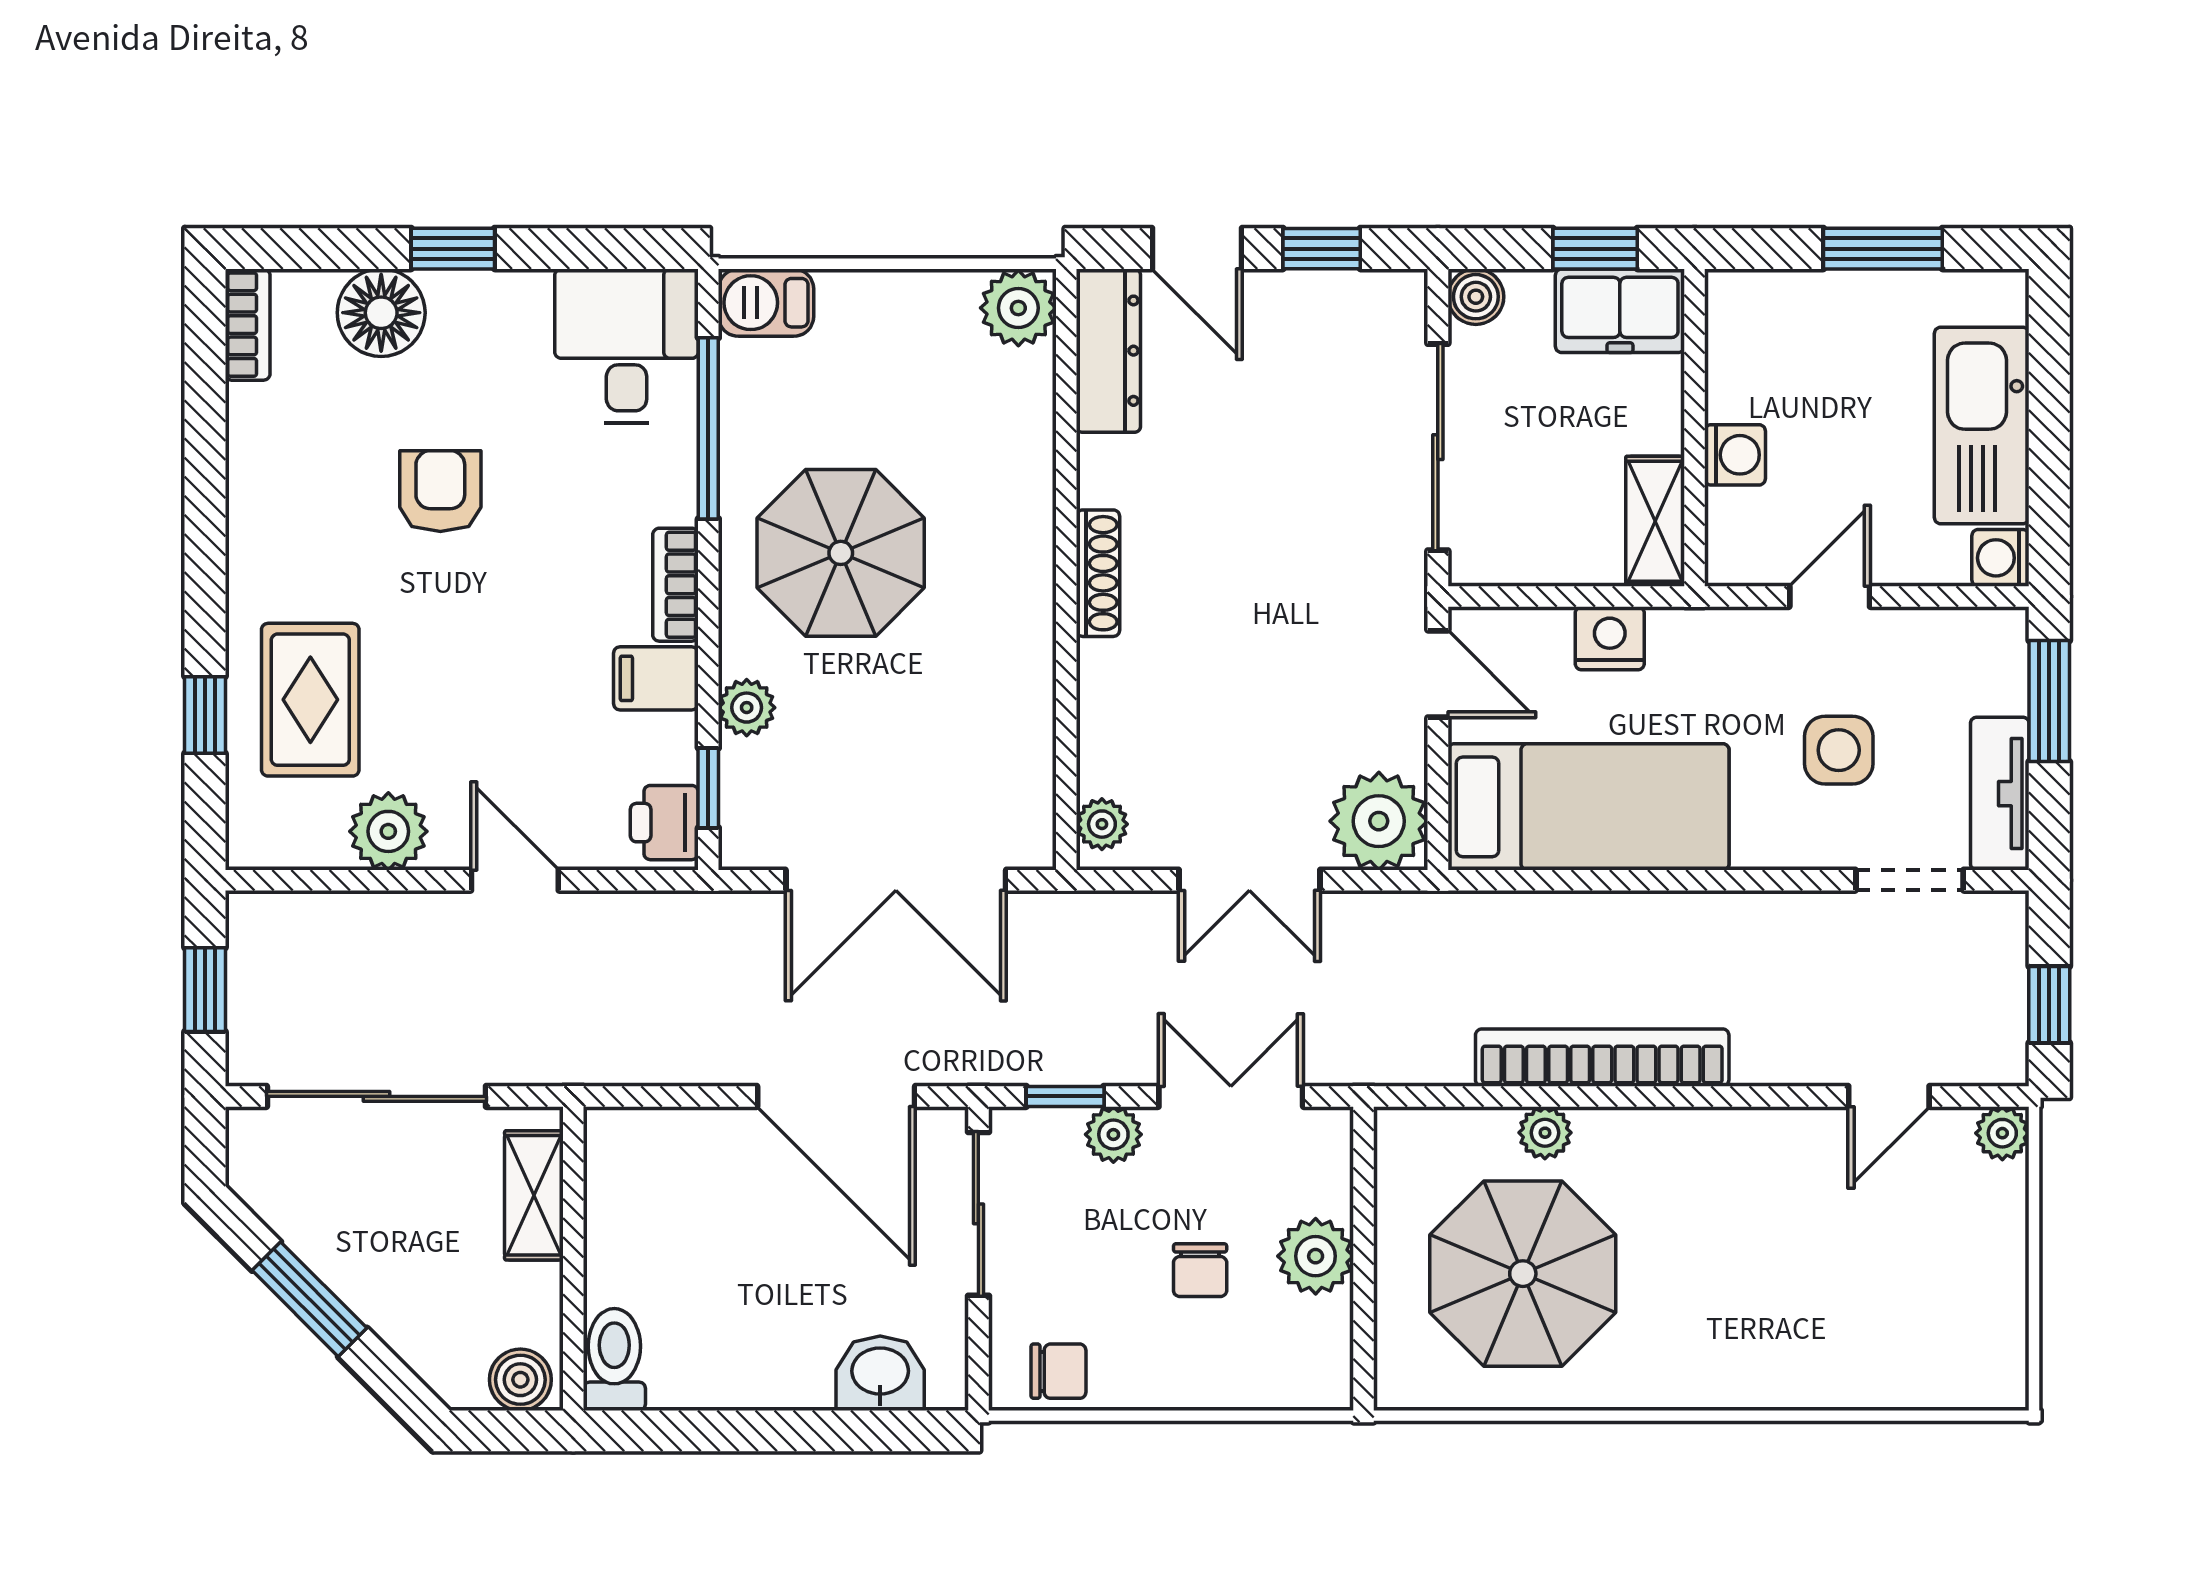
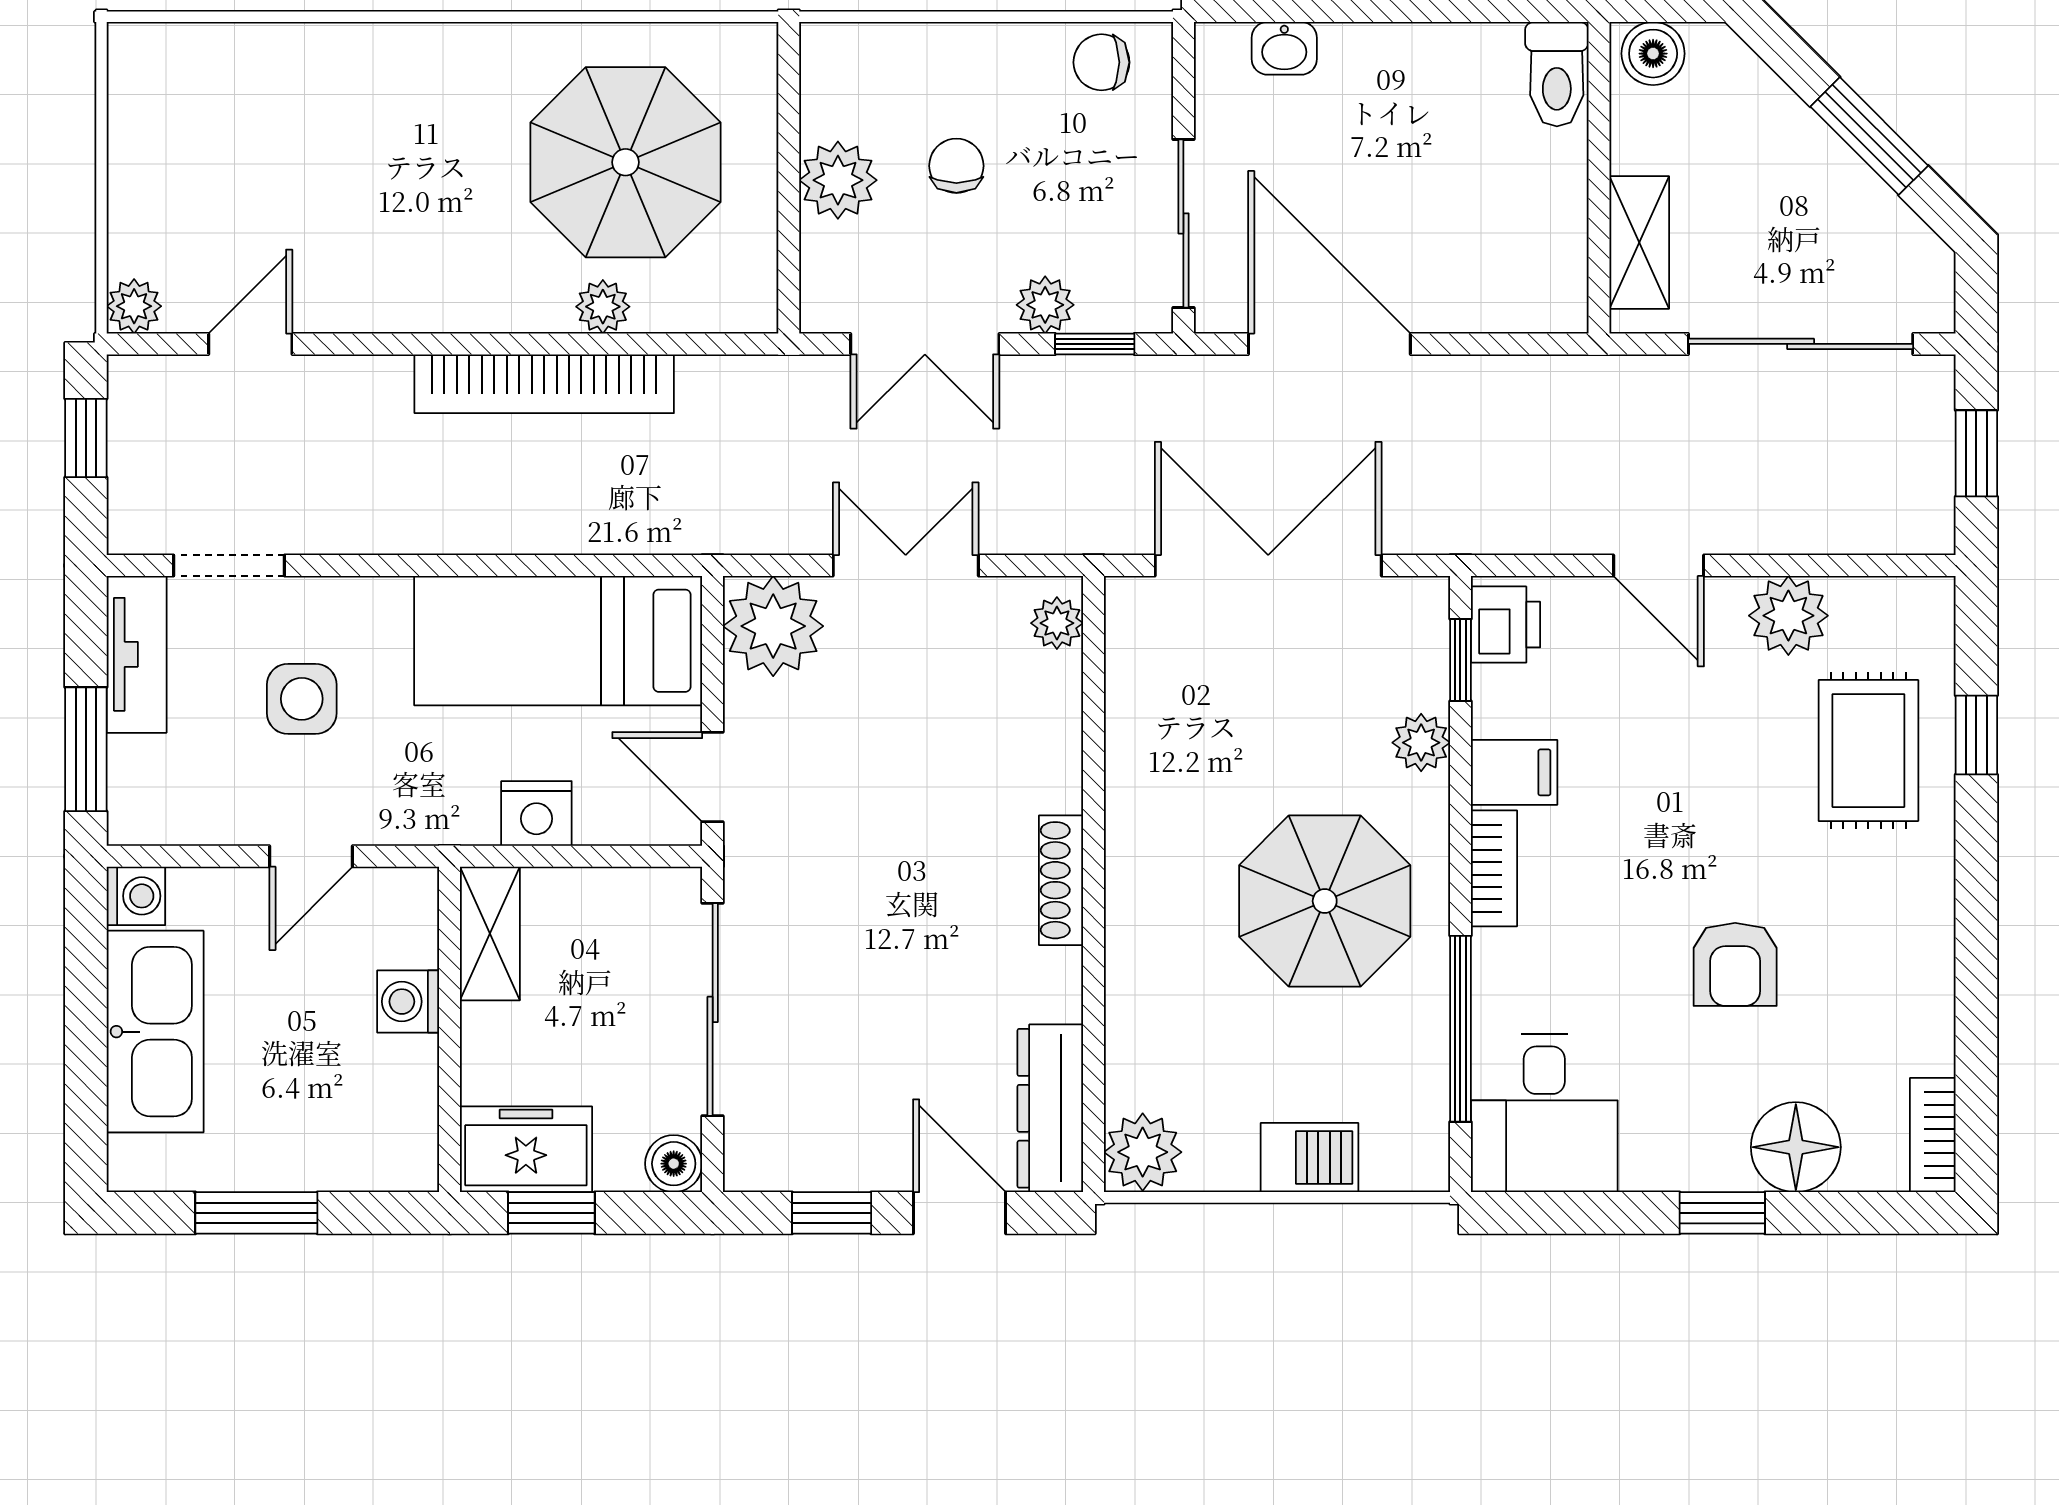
barbecue: (766, 303) -> (1310, 1158), moved
washbasin: (880, 1373) -> (1284, 48), width x0.72, depth x0.69

